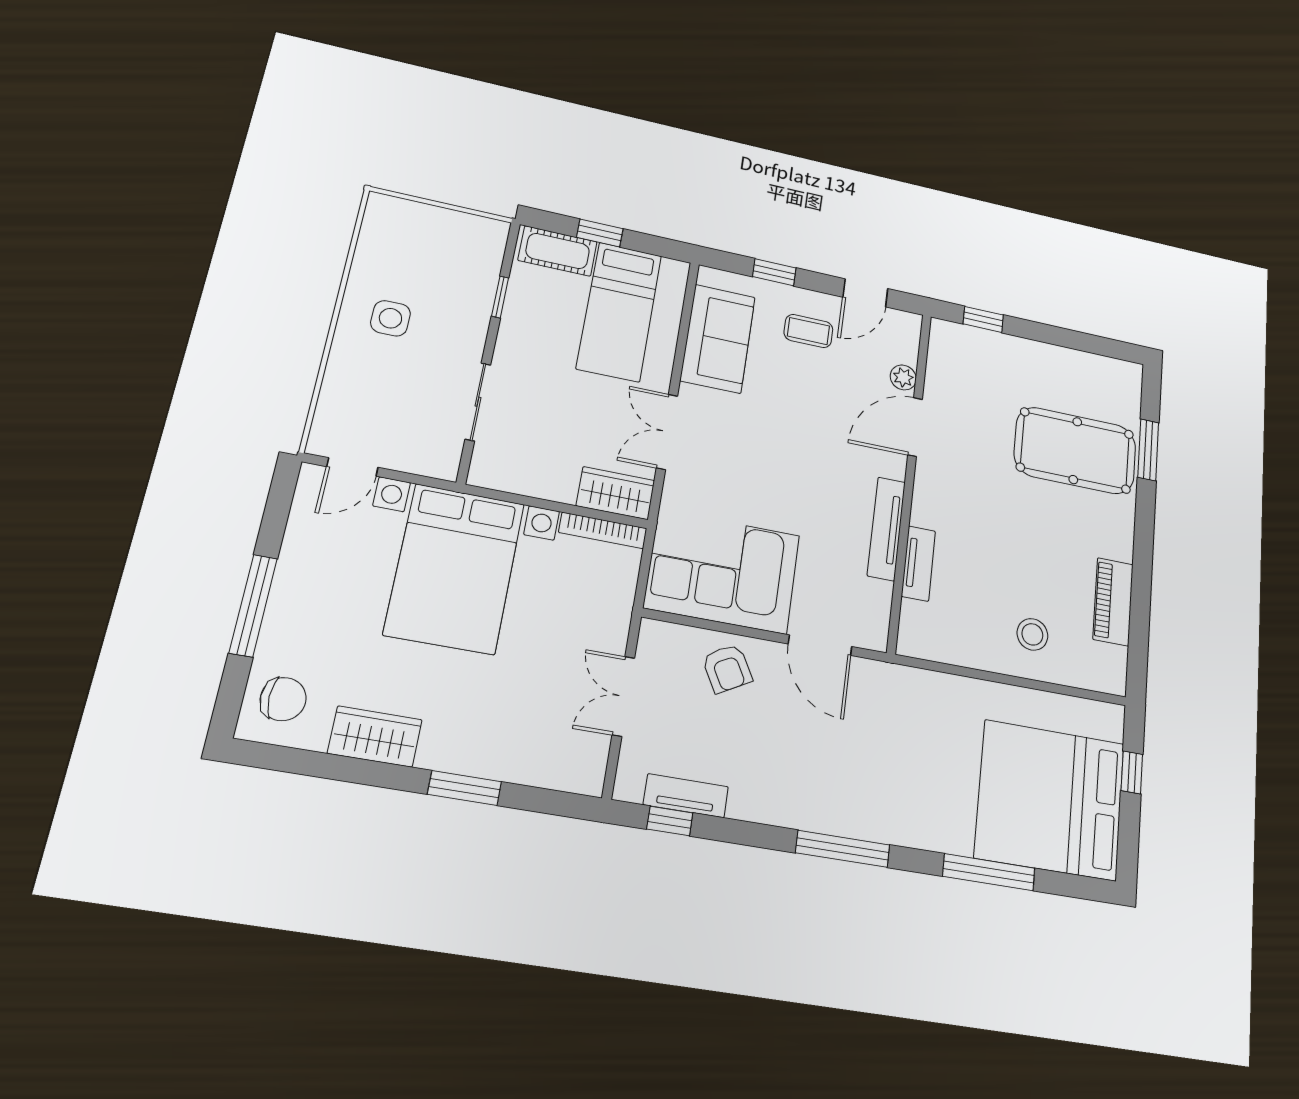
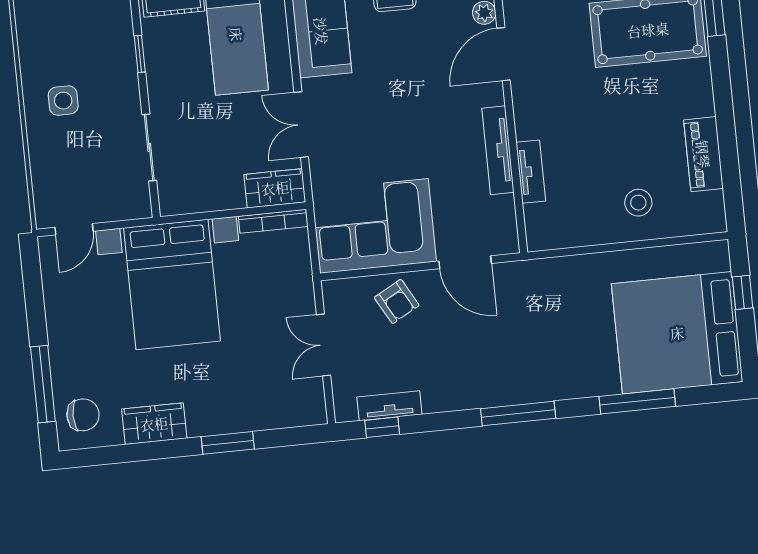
window: (253, 606) -> (43, 384), moved

